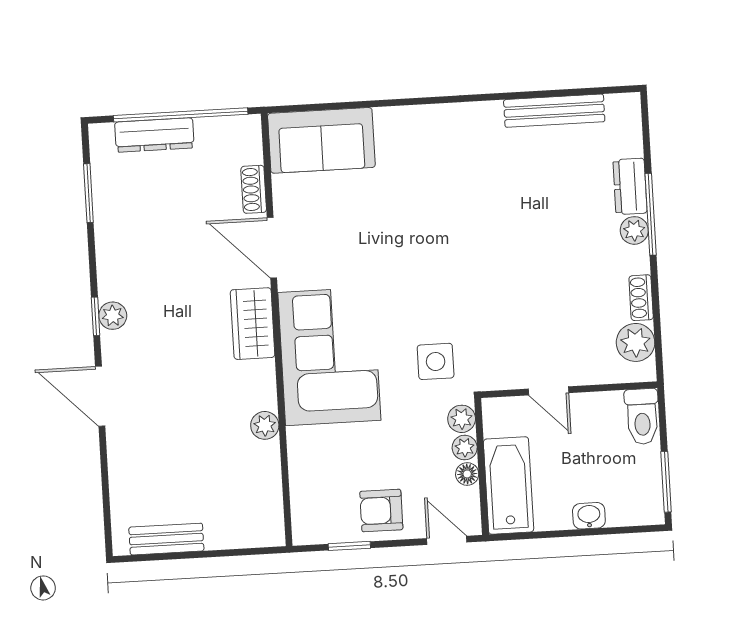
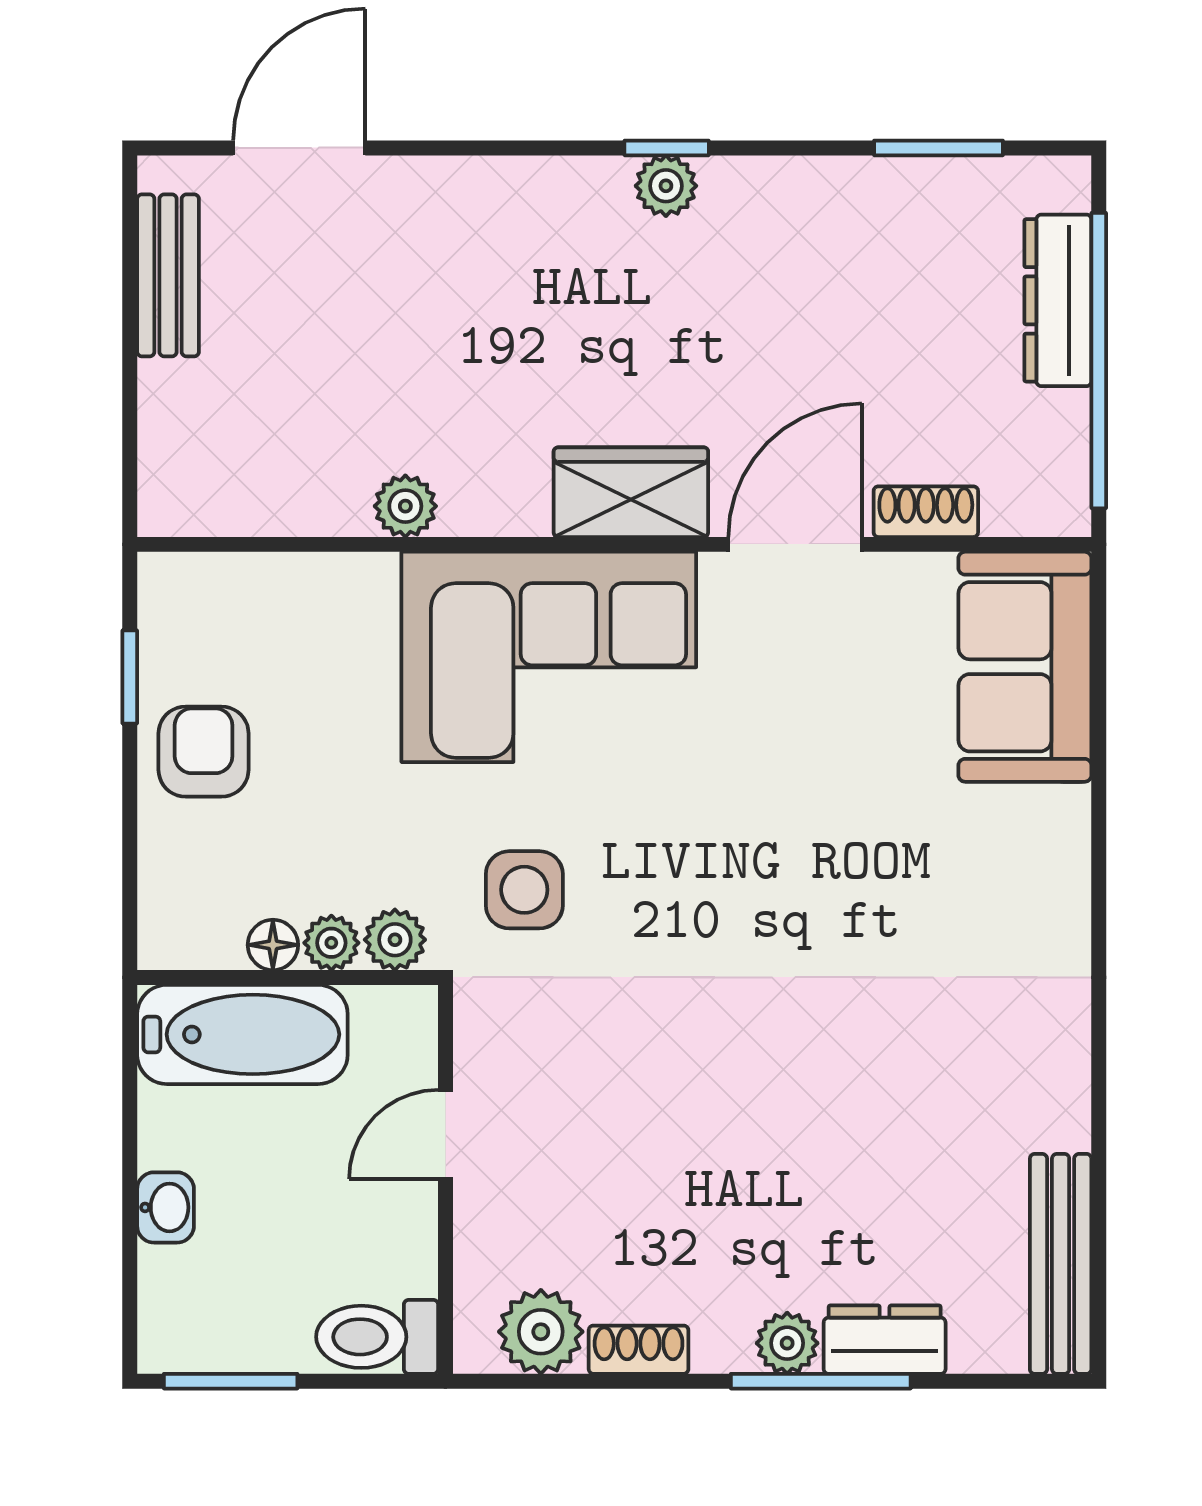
bench: (554, 111) -> (1061, 1264), moved
door: (100, 396) -> (299, 148), moved
door: (447, 540) -> (130, 892), removed

